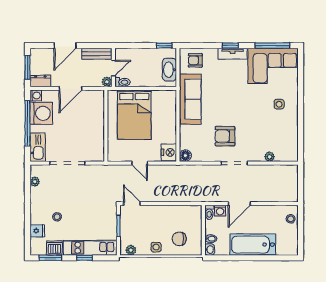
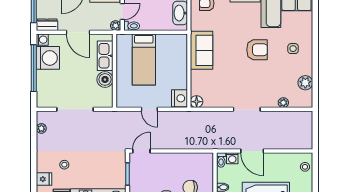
door: (71, 88) -> (78, 32), hinge flipped
sofa: (190, 99) -> (201, 50), width x0.73
bed: (134, 115) -> (144, 59), width x0.67
boiler: (97, 134) -> (105, 79), added
armchair: (225, 136) -> (257, 50), moved, turned 180
plant: (291, 137) -> (305, 83), added
kitchen sink: (38, 147) -> (105, 56), moved, turned 180
door: (132, 204) -> (141, 151), hinge flipped
door: (239, 204) -> (252, 151), hinge flipped

